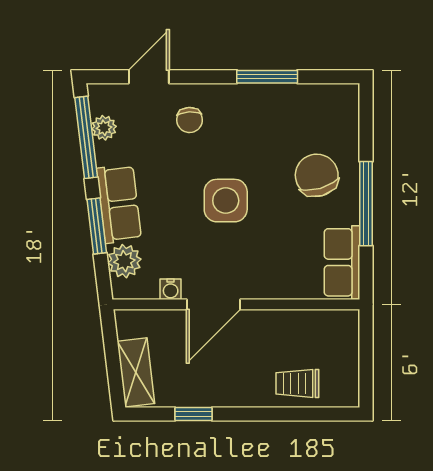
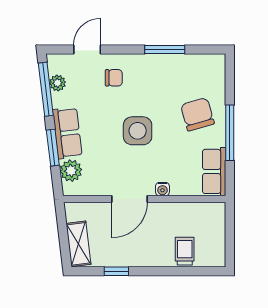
chair: (190, 120) -> (114, 78), turned -87
water cooler: (171, 289) -> (162, 189), moved
trolley: (297, 383) -> (185, 251), turned 90

